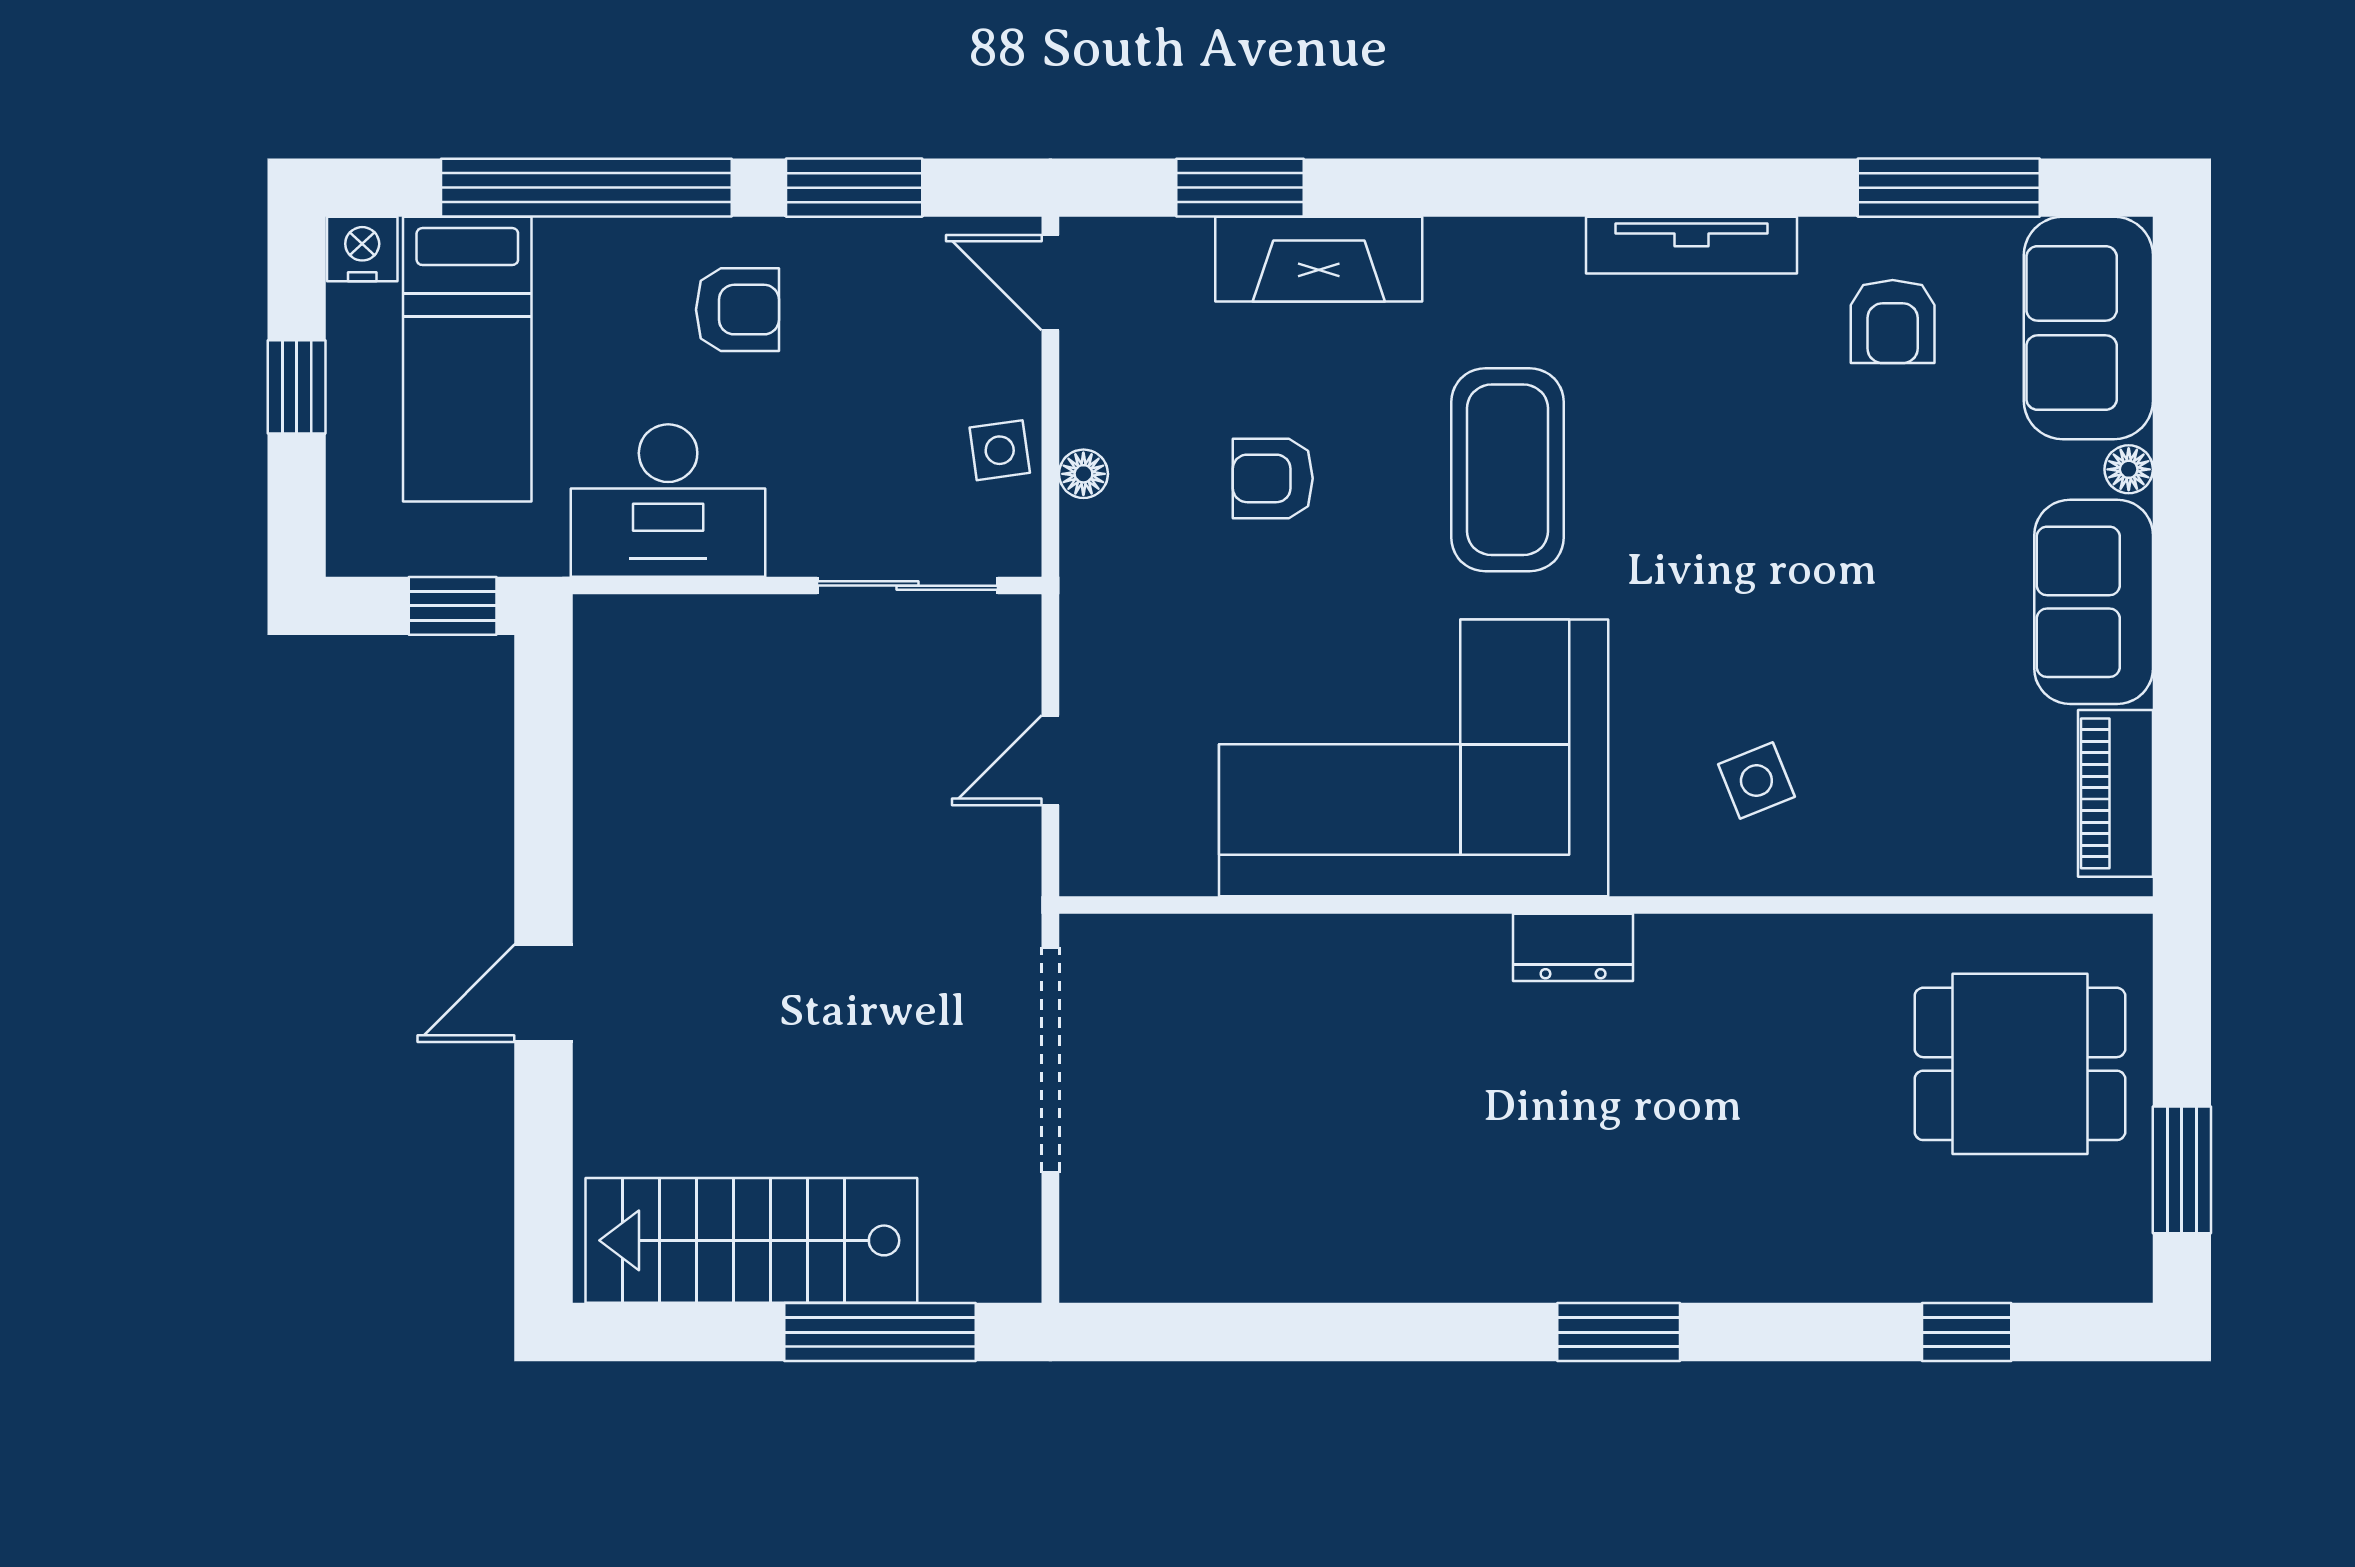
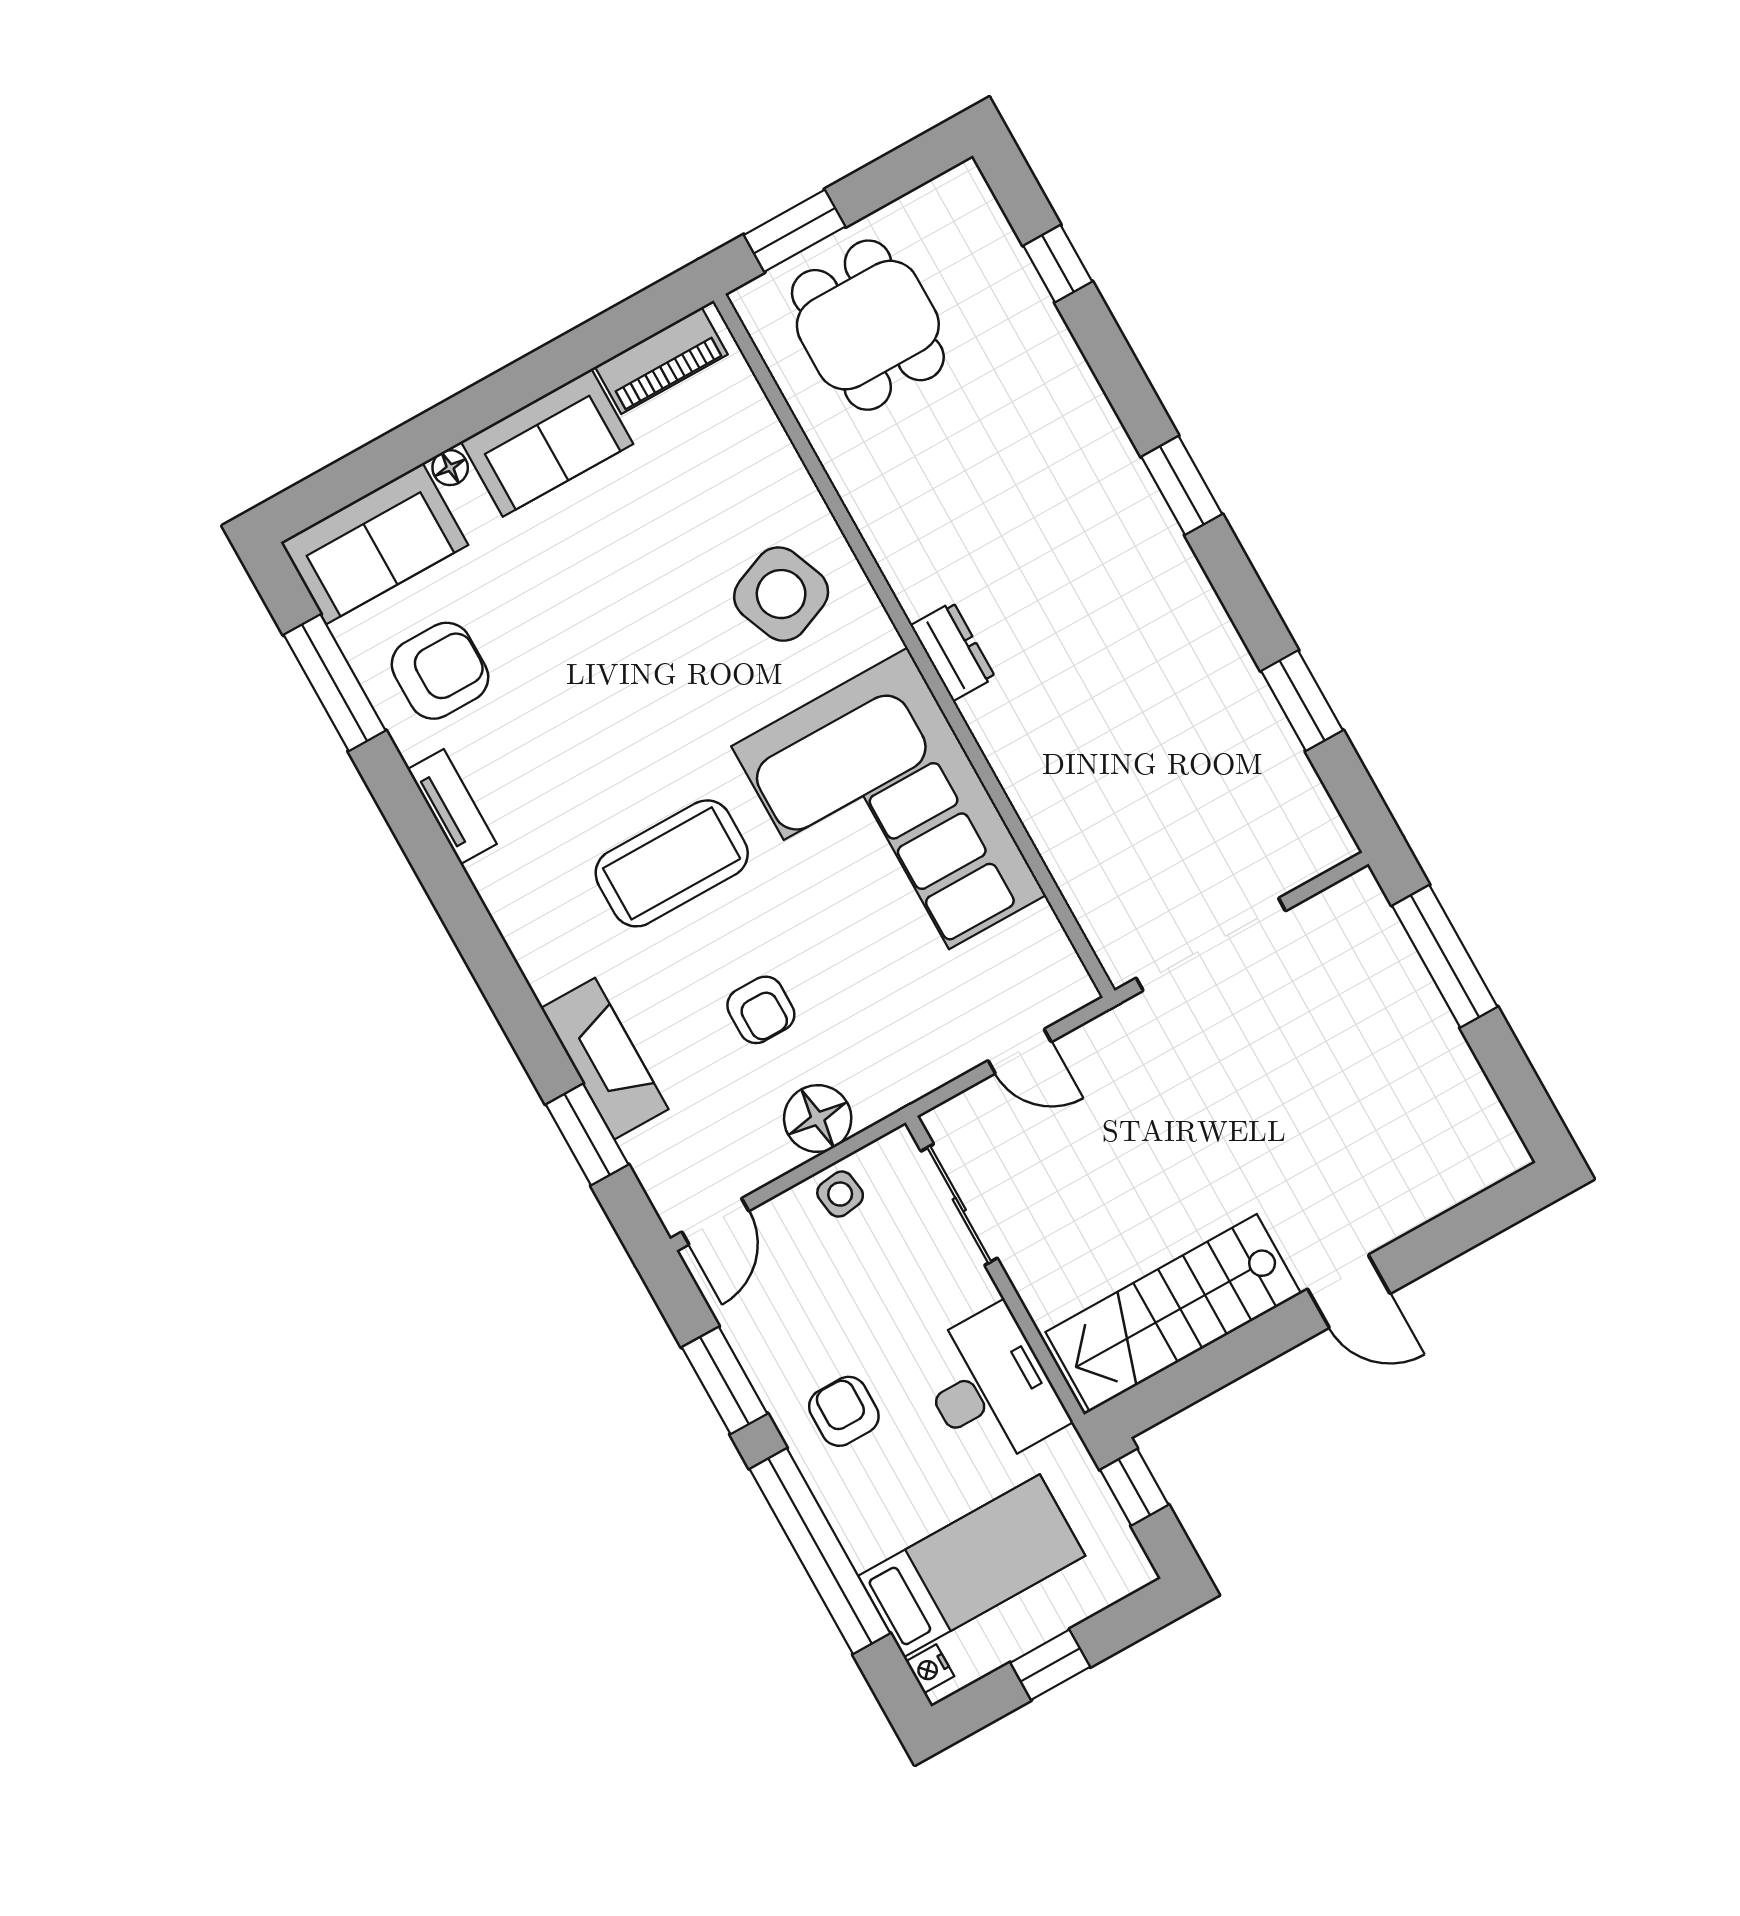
tv unit: (1692, 245) -> (452, 807), width x0.71
nightstand: (362, 249) -> (930, 1669), width x0.72, depth x0.74
armchair: (1893, 322) -> (440, 671), width x1.38, depth x1.38
floor lamp: (1083, 474) -> (818, 1119), width x1.89, depth x1.89
side table: (1756, 781) -> (781, 594), width x1.87, depth x1.87
window: (2182, 1170) -> (795, 231), moved
stairs: (751, 1240) -> (1173, 1313), moved, turned 90
window: (1281, 1332) -> (1302, 701), added

